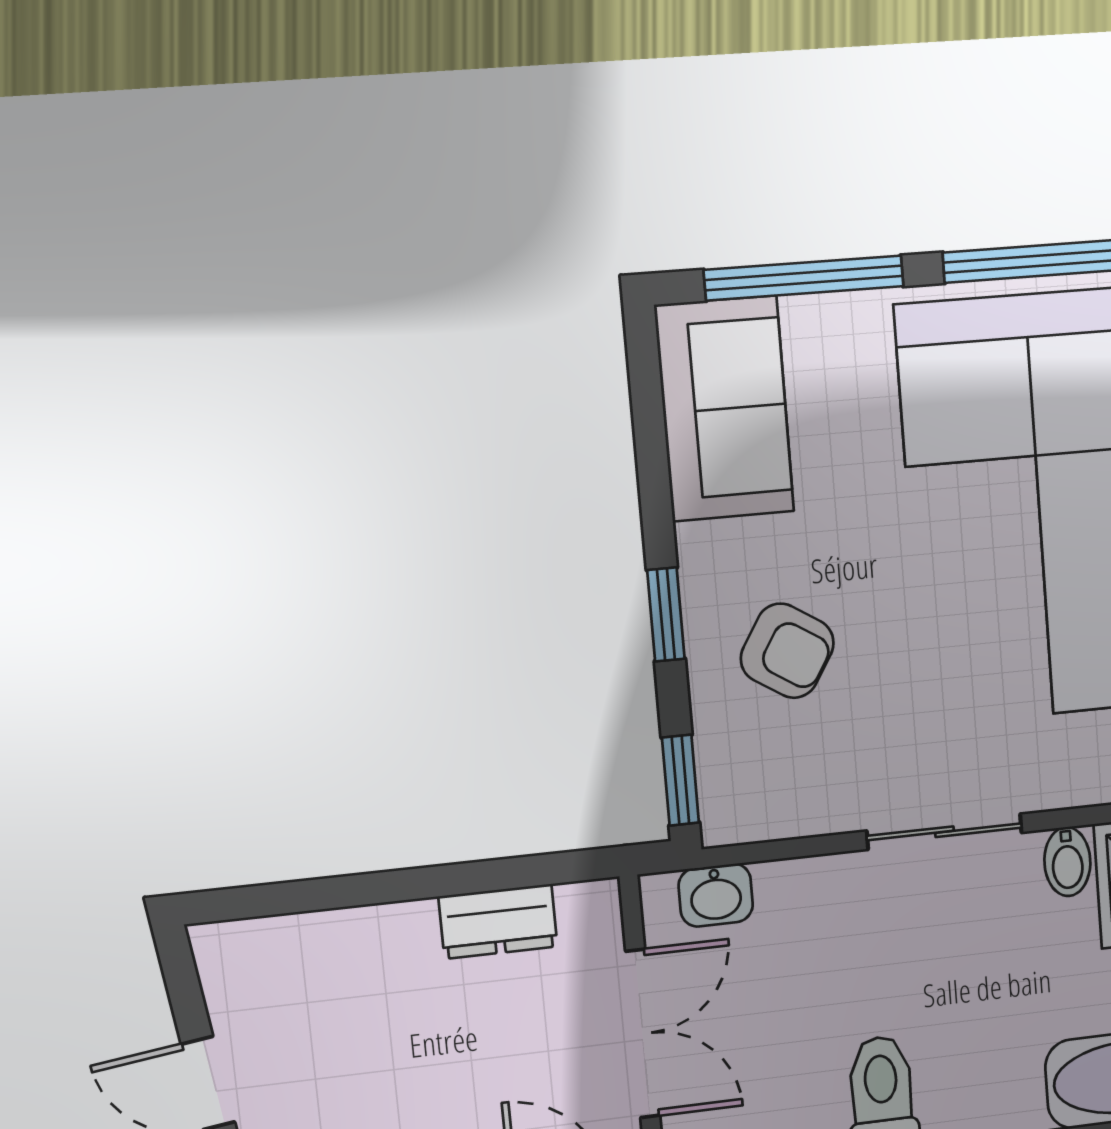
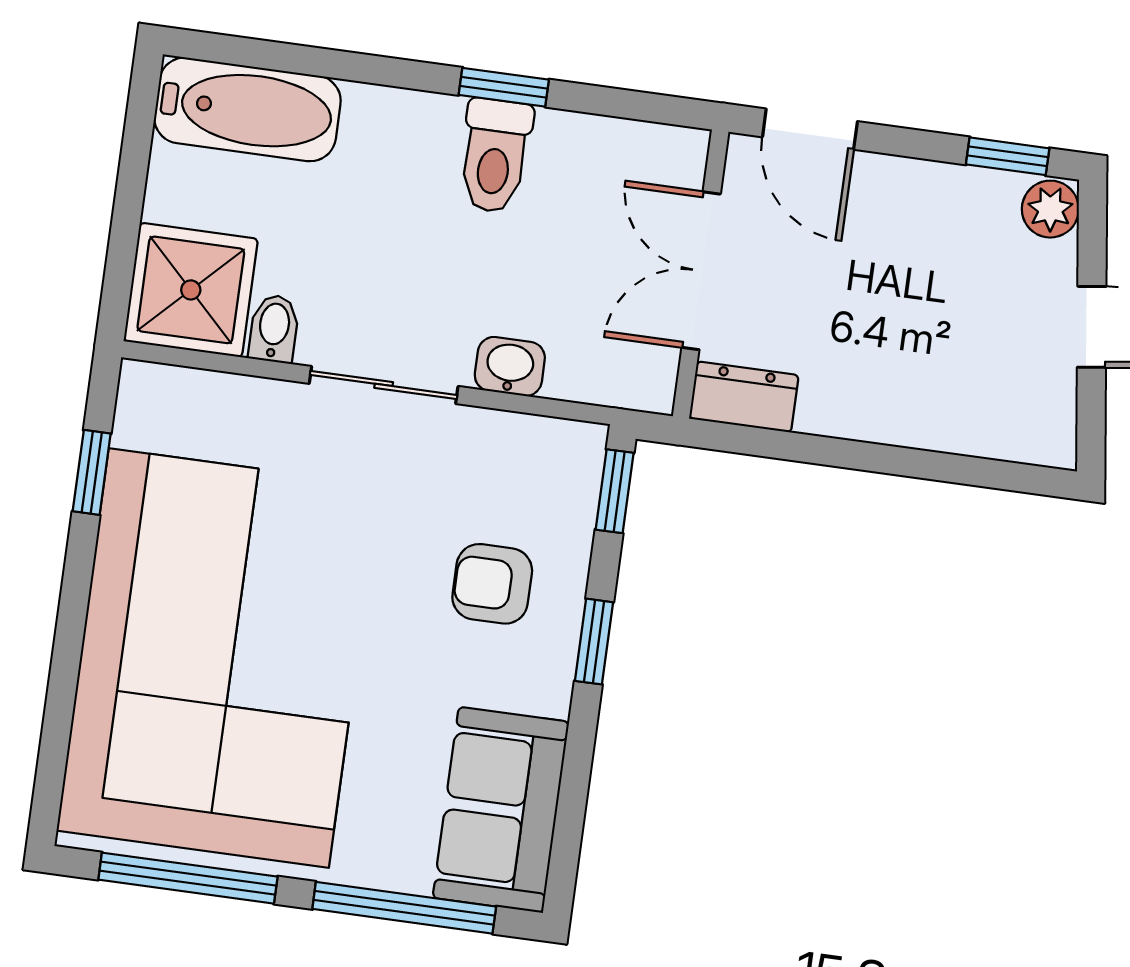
armchair: (787, 651) -> (492, 584), turned -32
washbasin: (716, 895) -> (510, 366), moved
dresser: (498, 921) -> (744, 397), moved

